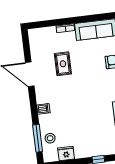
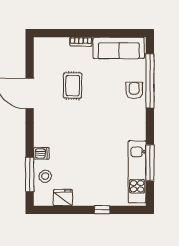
dishwasher: (43, 109) -> (41, 153), moved

